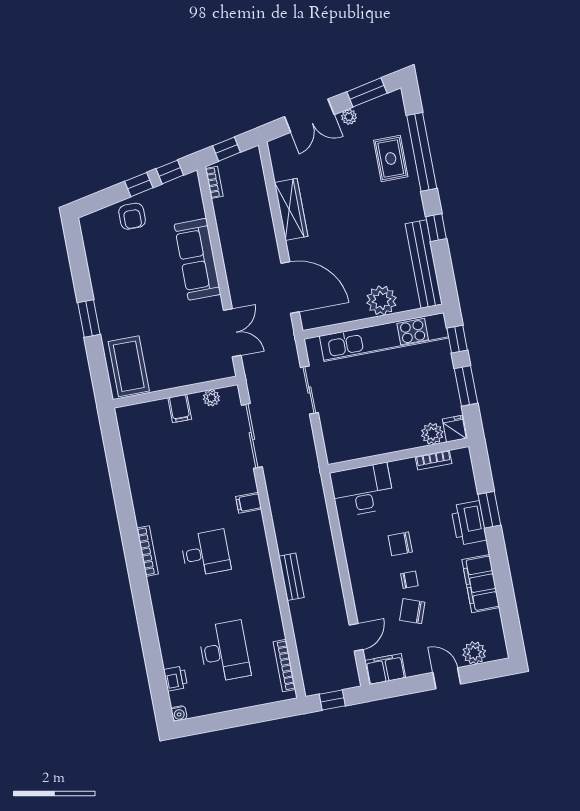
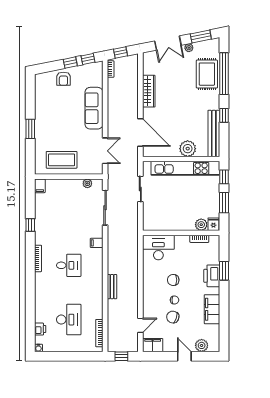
rug: (391, 159) -> (207, 74), width x1.36, depth x1.43
coffee table: (129, 366) -> (62, 160), moved, turned 90
filing cabinet: (180, 408) -> (40, 186), moved
window: (122, 493) -> (30, 225), added

